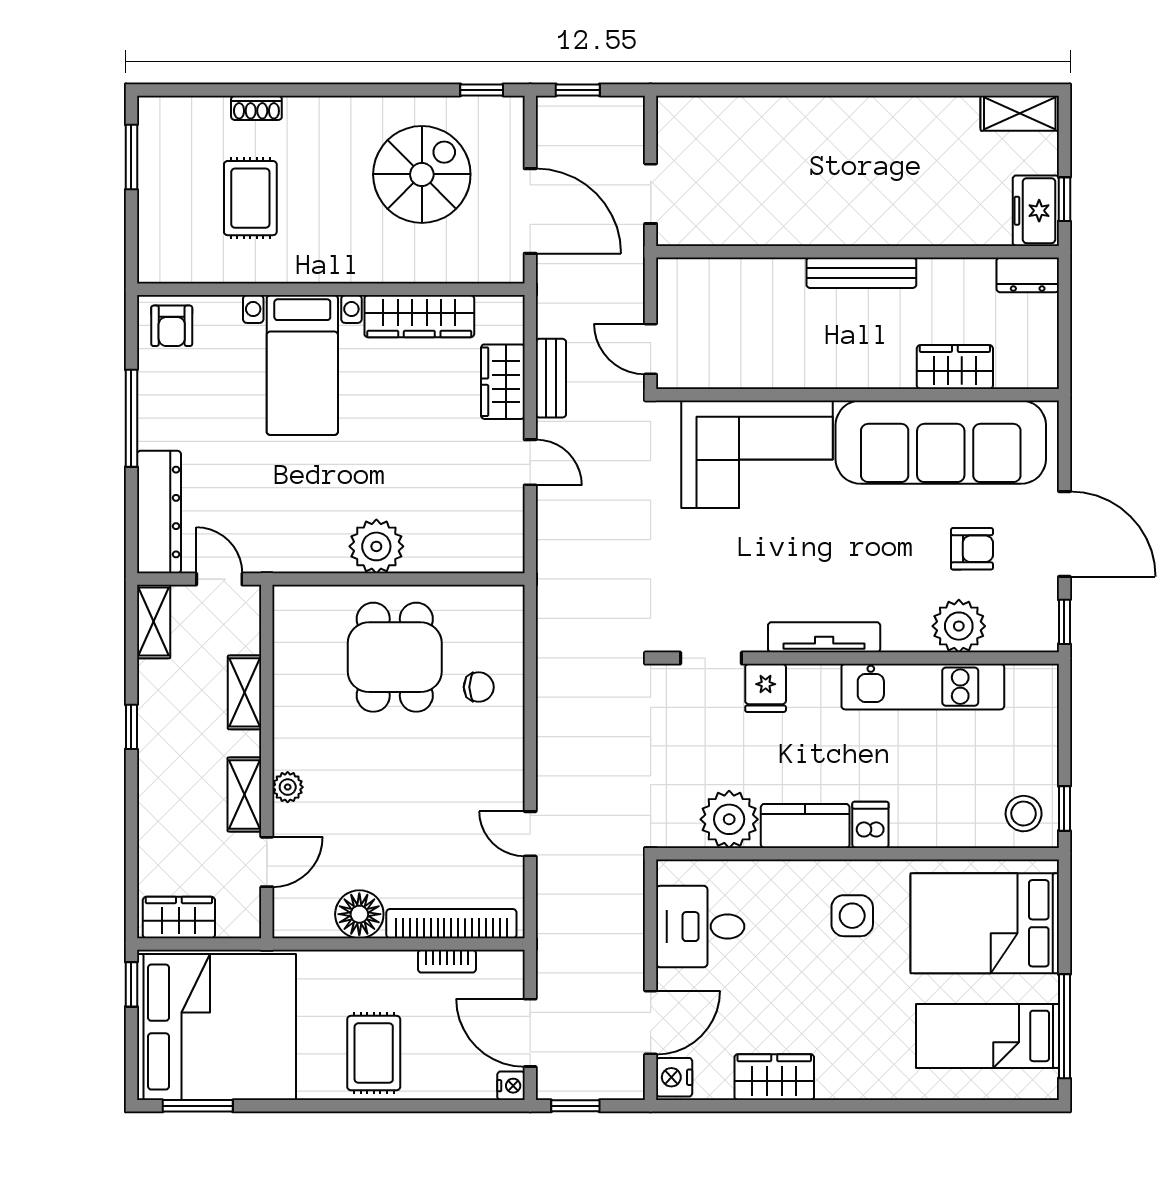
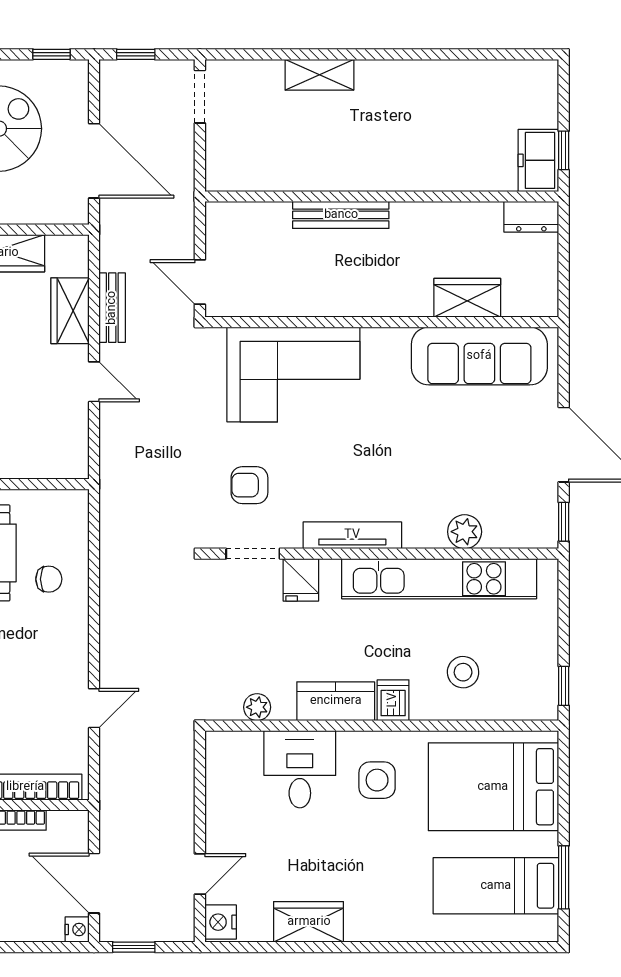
shelving: (1020, 113) -> (319, 75), moved
doorway: (651, 194) -> (200, 97), moved
bench: (861, 273) -> (341, 215), moved
sofa: (941, 442) -> (479, 356), width x0.74, depth x0.79
armchair: (972, 549) -> (249, 485), moved, turned 180
plant: (959, 626) -> (465, 532), width x0.73, depth x0.73
kitchen unit: (923, 687) -> (439, 579), width x1.36
stool: (1024, 814) -> (463, 672), moved
plant: (729, 819) -> (257, 707), width x0.53, depth x0.53
door: (530, 834) -> (94, 708), swing flipped
desk: (700, 927) -> (300, 769), moved, turned 90
door: (651, 1023) -> (200, 874), width x0.73
window: (1064, 1026) -> (564, 877), width x0.69

